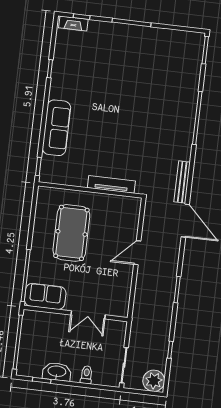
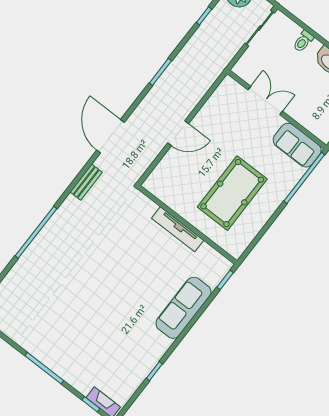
bench: (182, 182) -> (86, 182), width x0.73
tv unit: (111, 184) -> (178, 229), moved

